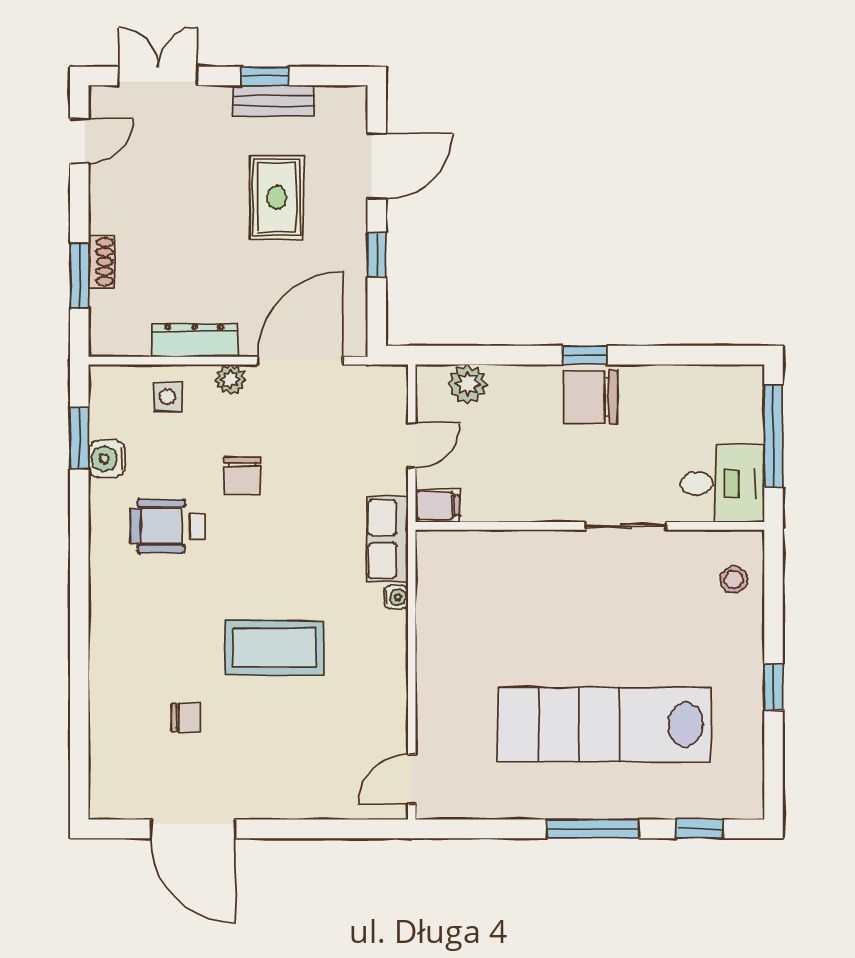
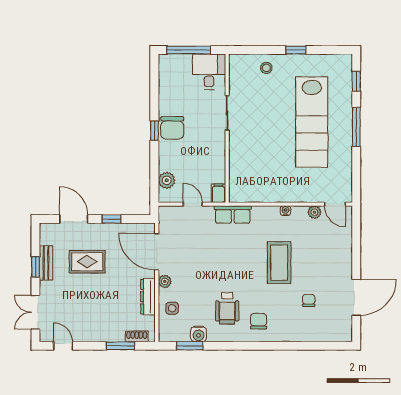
shoe rack: (101, 262) -> (137, 336), moved
chair: (242, 476) -> (259, 321), moved, turned -90
stool: (734, 580) -> (266, 68), moved
water cooler: (396, 597) -> (285, 211), moved
plant: (393, 731) -> (314, 212), added

